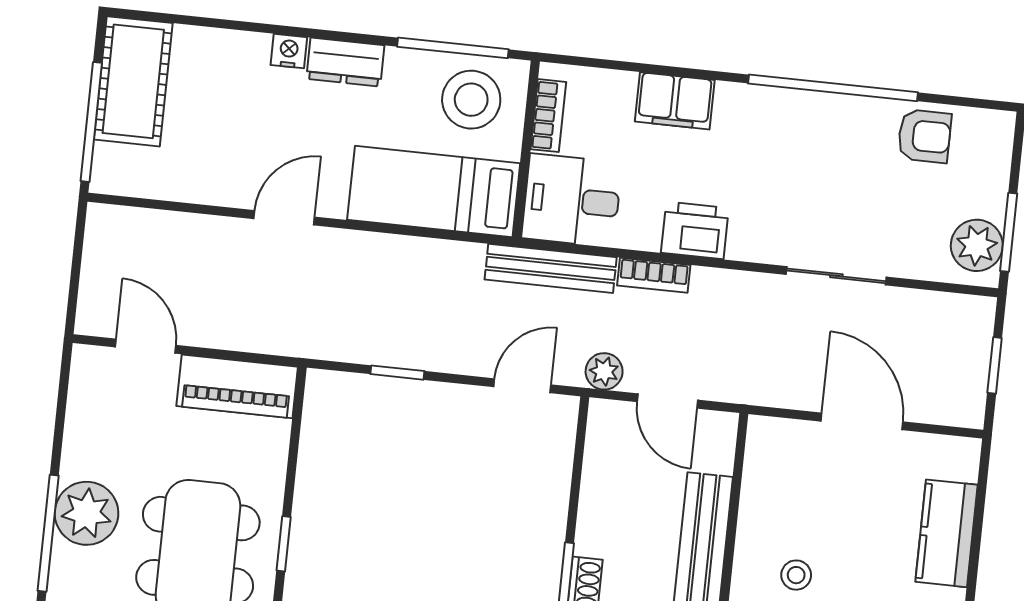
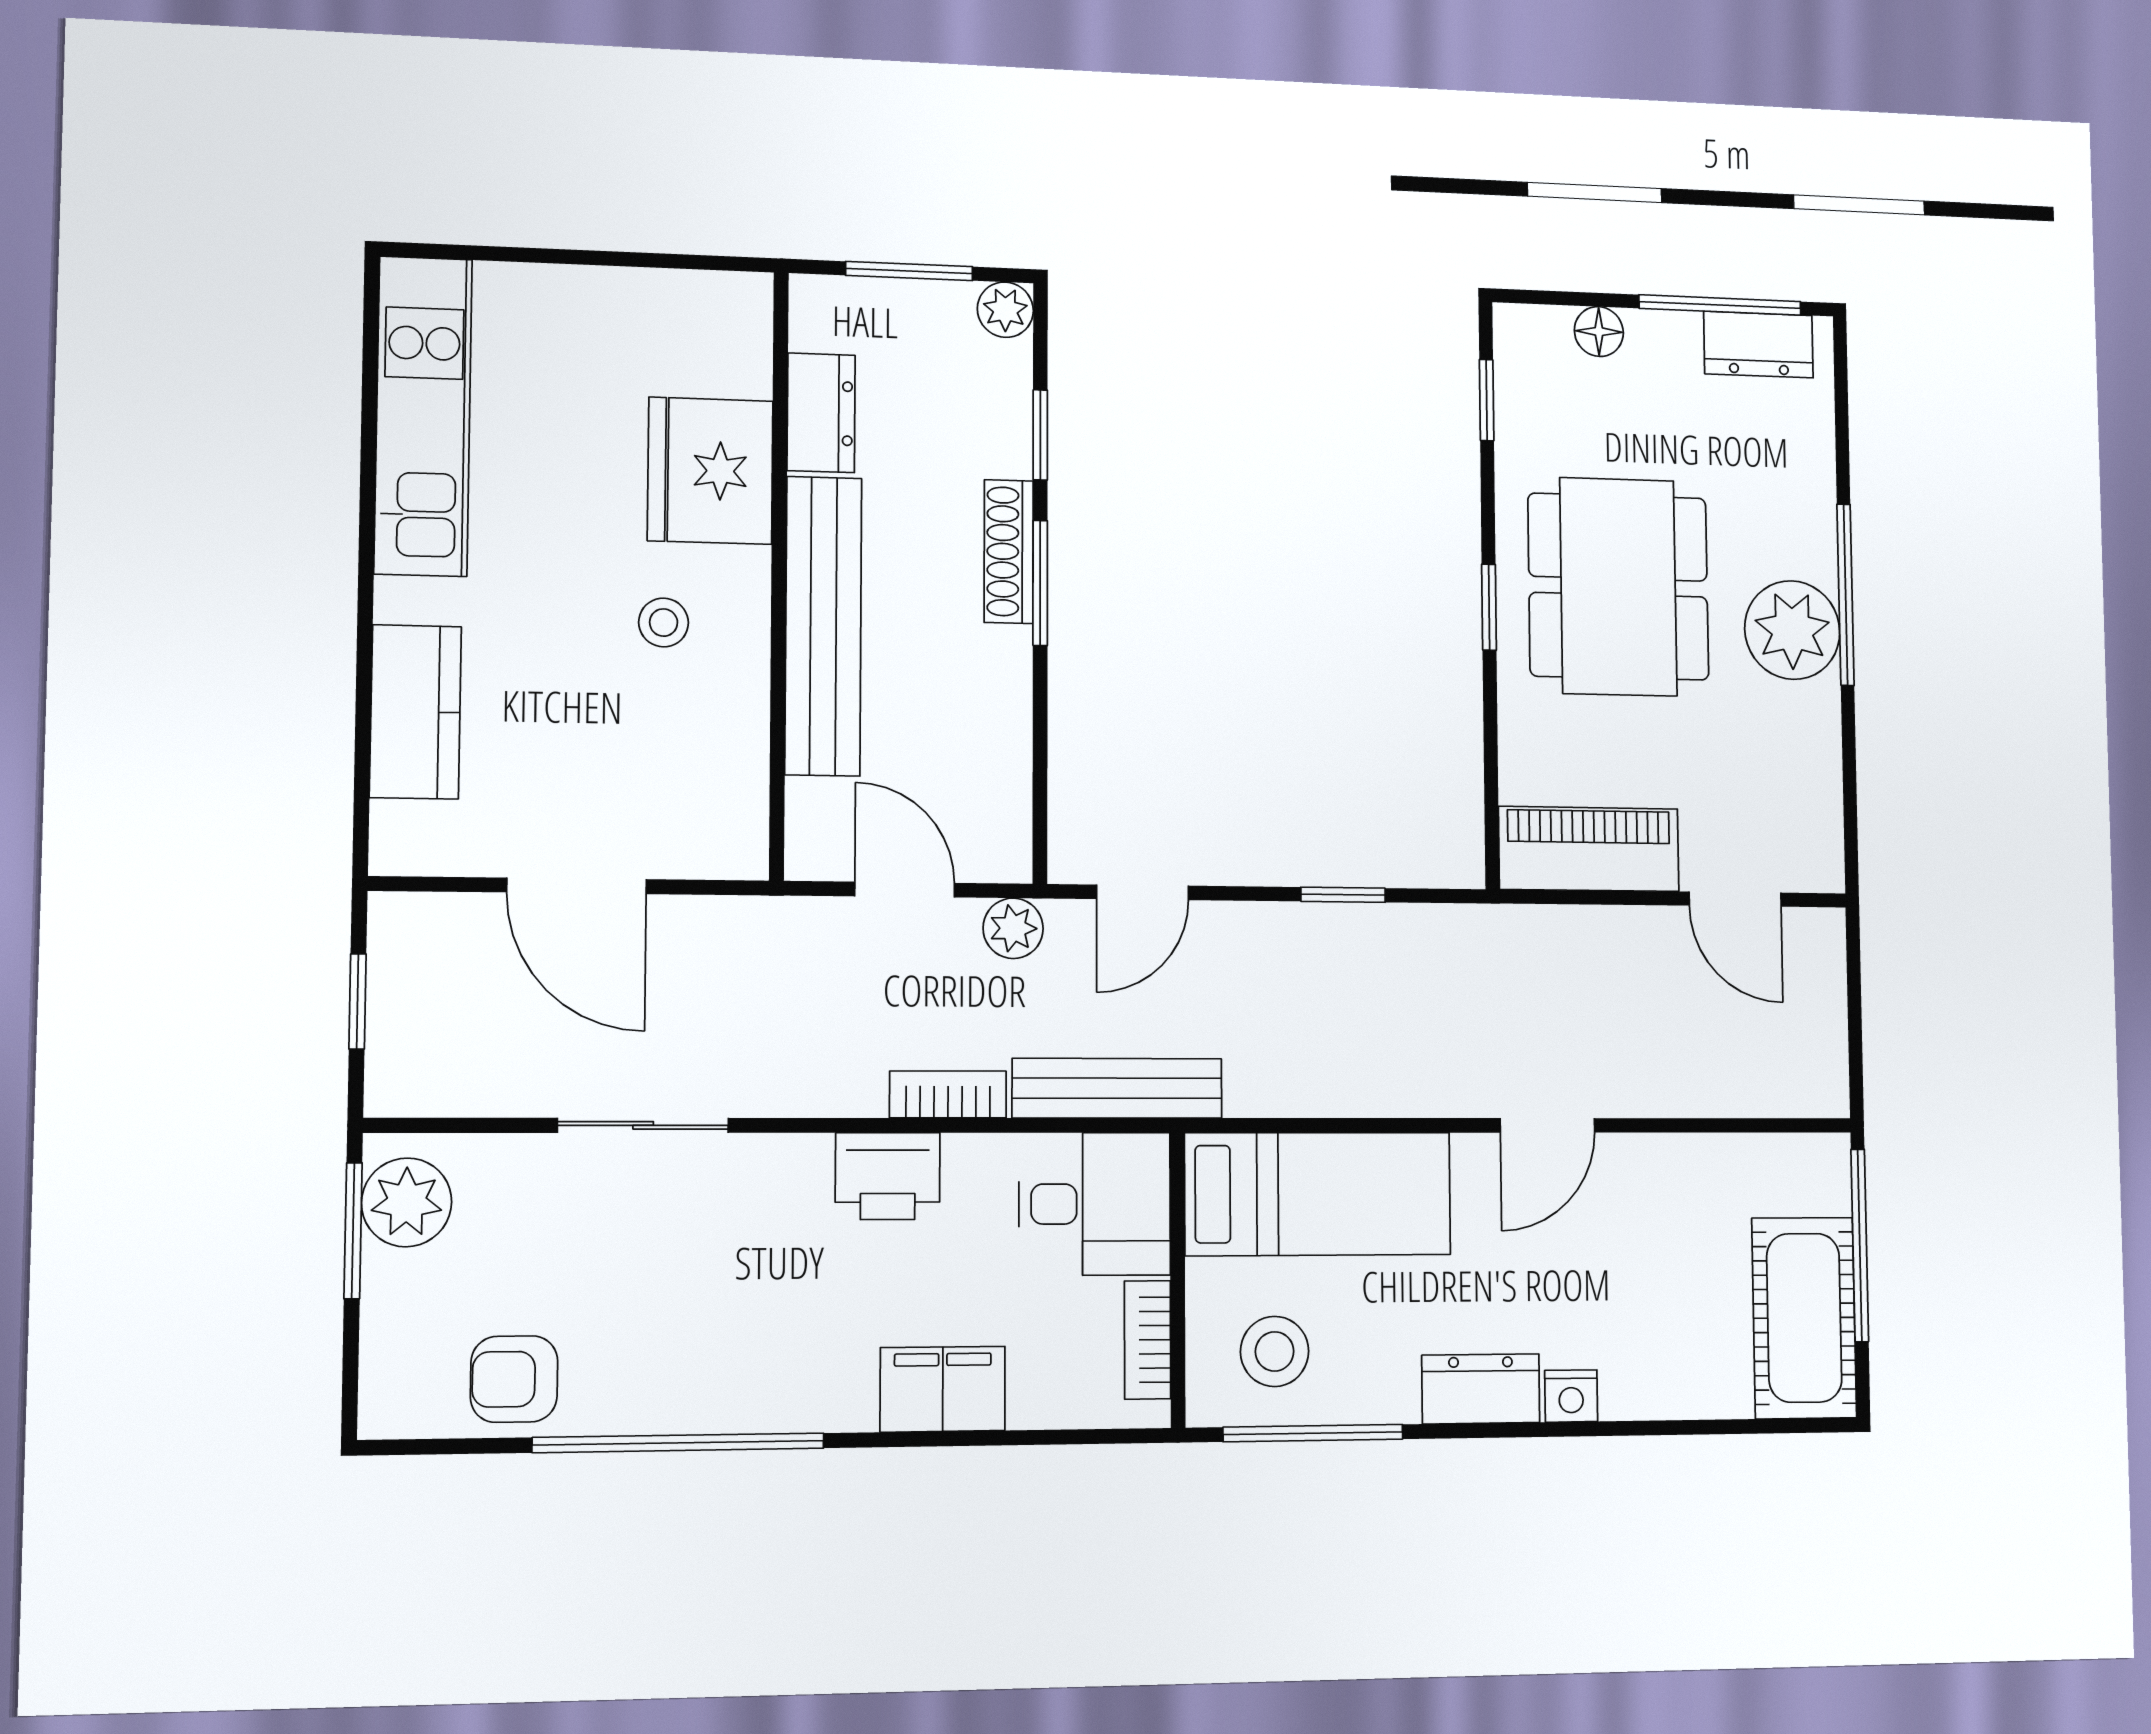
stool: (471, 100) -> (1275, 1351), width x0.73, depth x0.73

